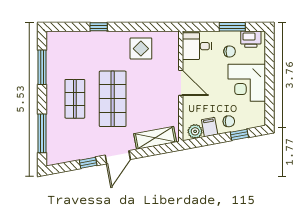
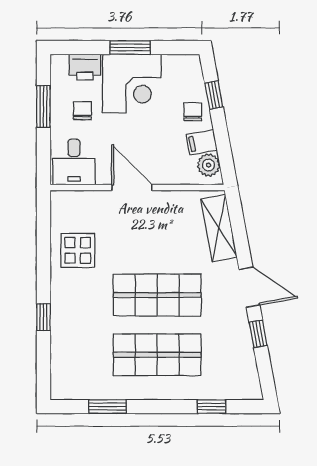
printer: (251, 39) -> (85, 67), moved, turned 90
window: (42, 67) -> (107, 407), width x0.69
window: (270, 82) -> (130, 48), added
door: (181, 83) -> (132, 188), hinge flipped
shop shelf: (75, 99) -> (157, 355), width x1.43, depth x1.36
window: (42, 133) -> (212, 407), width x0.46

